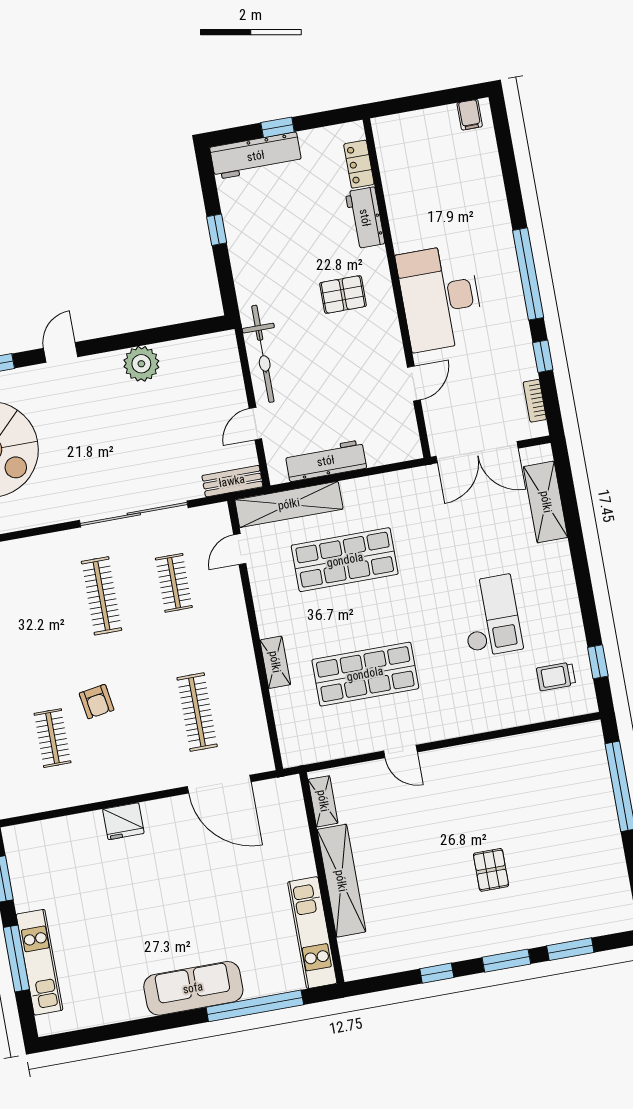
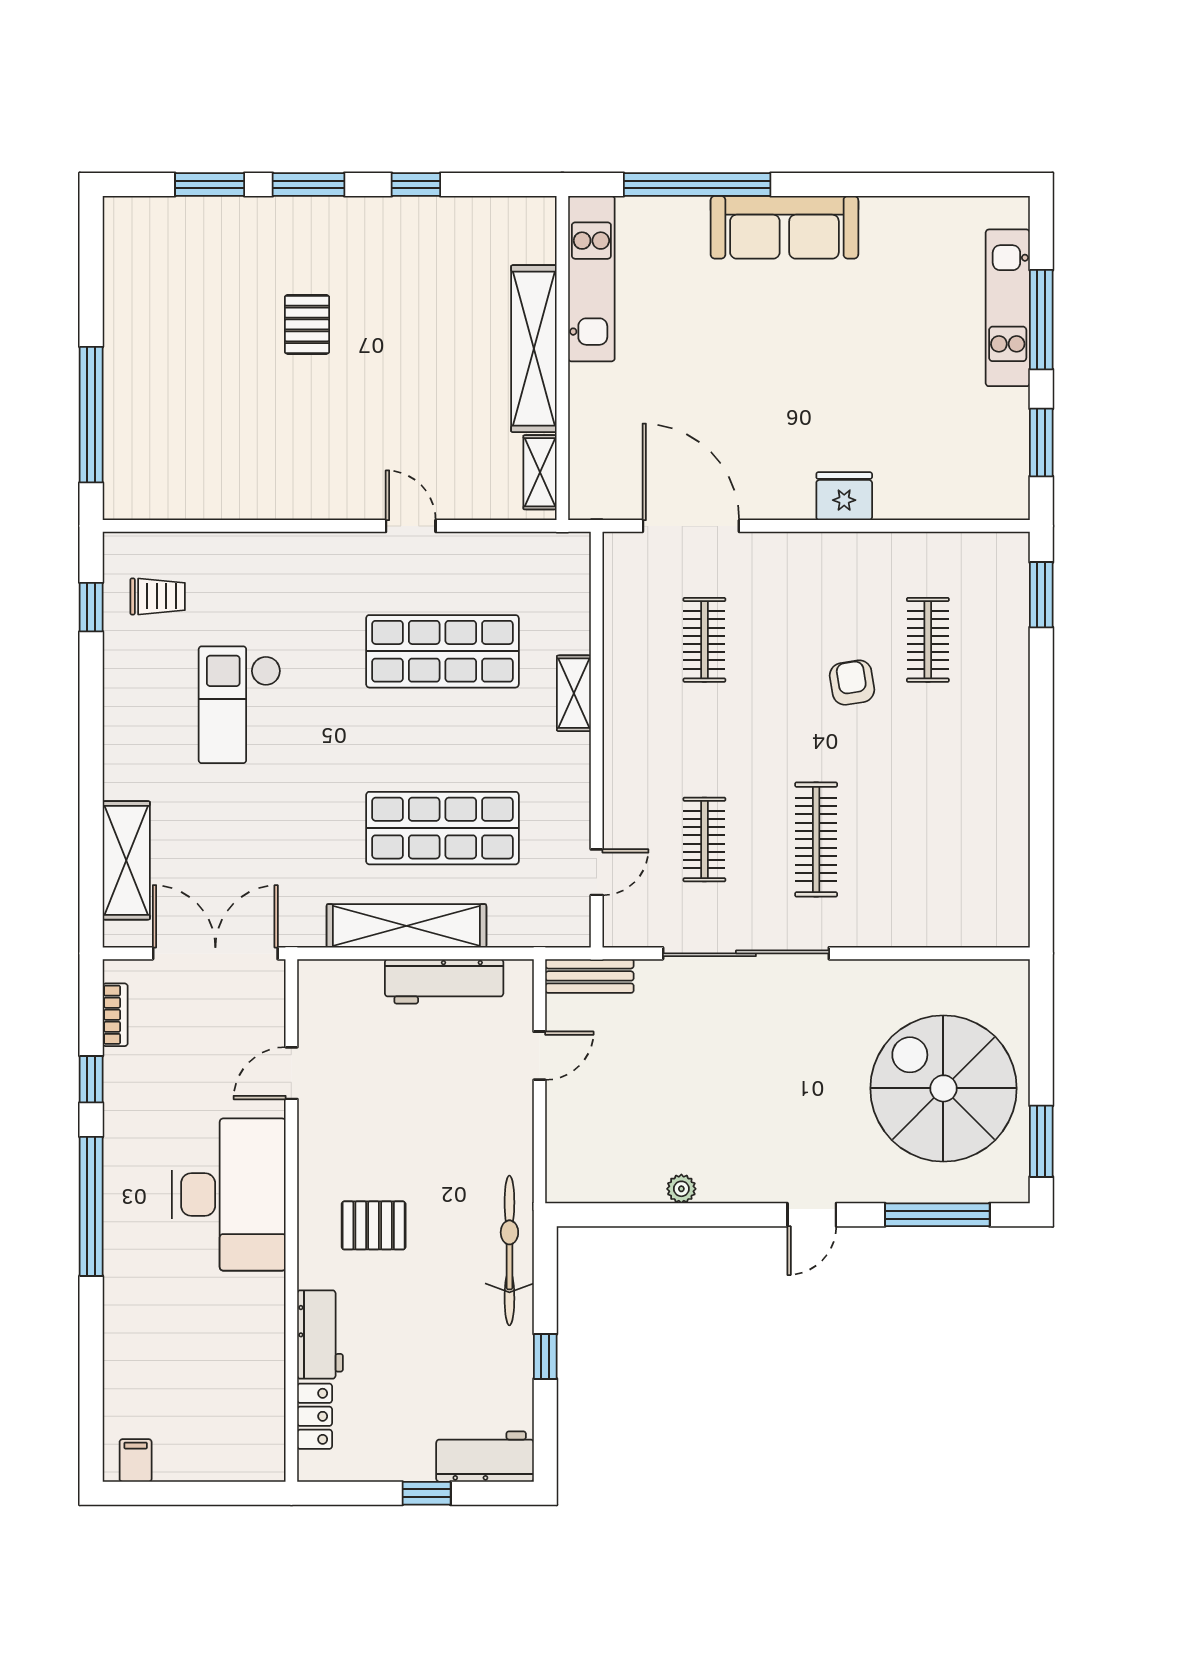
workbench: (256, 156) -> (485, 1457), width x0.73
bicycle: (263, 354) -> (509, 1250), moved
plant: (141, 364) -> (681, 1189), width x0.53, depth x0.53
shelving: (289, 504) -> (406, 926), moved
clothes rail: (197, 712) -> (704, 640), width x0.73

